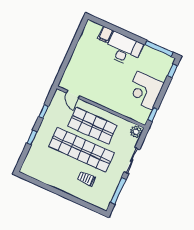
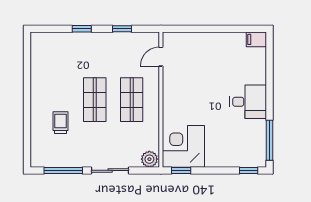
filing cabinet: (105, 34) -> (256, 39), moved
desk: (124, 49) -> (248, 102), width x0.73
corner desk: (145, 90) -> (183, 146), moved
shop shelf: (92, 126) -> (132, 100), width x0.70, depth x0.74
shop shelf: (81, 150) -> (95, 100), width x0.50, depth x0.74

